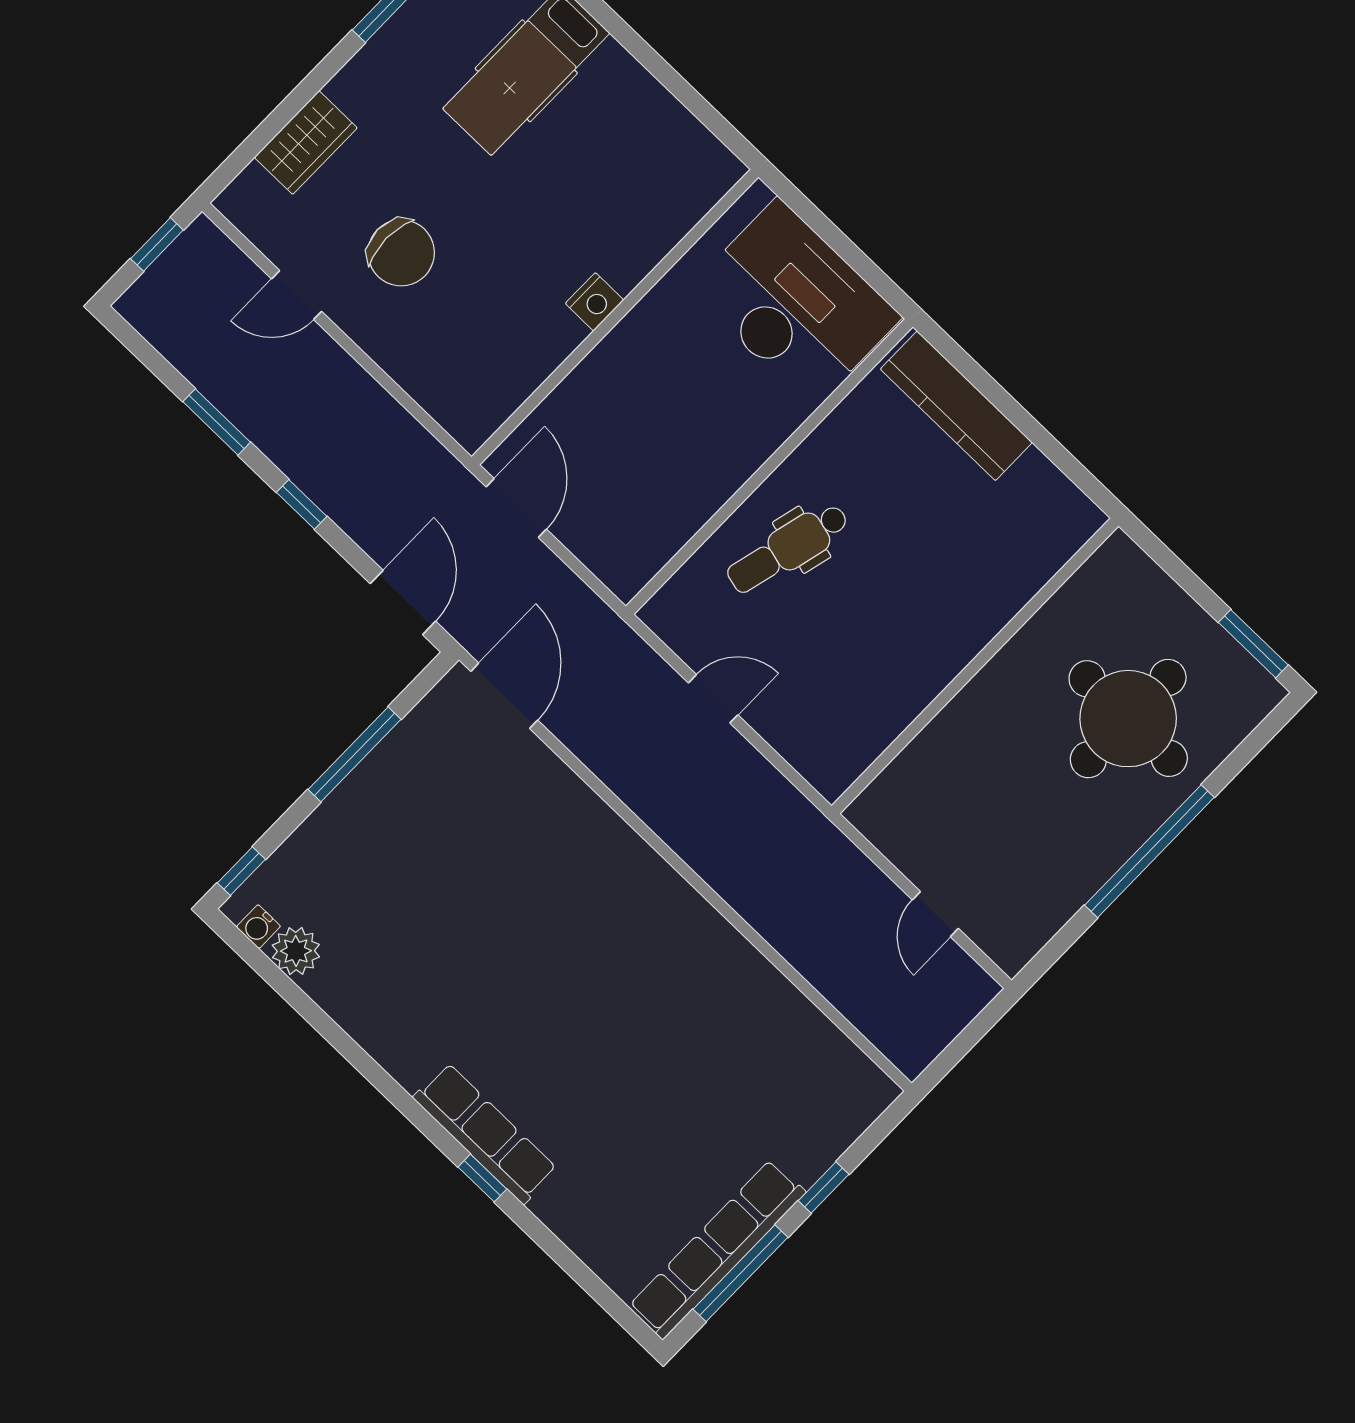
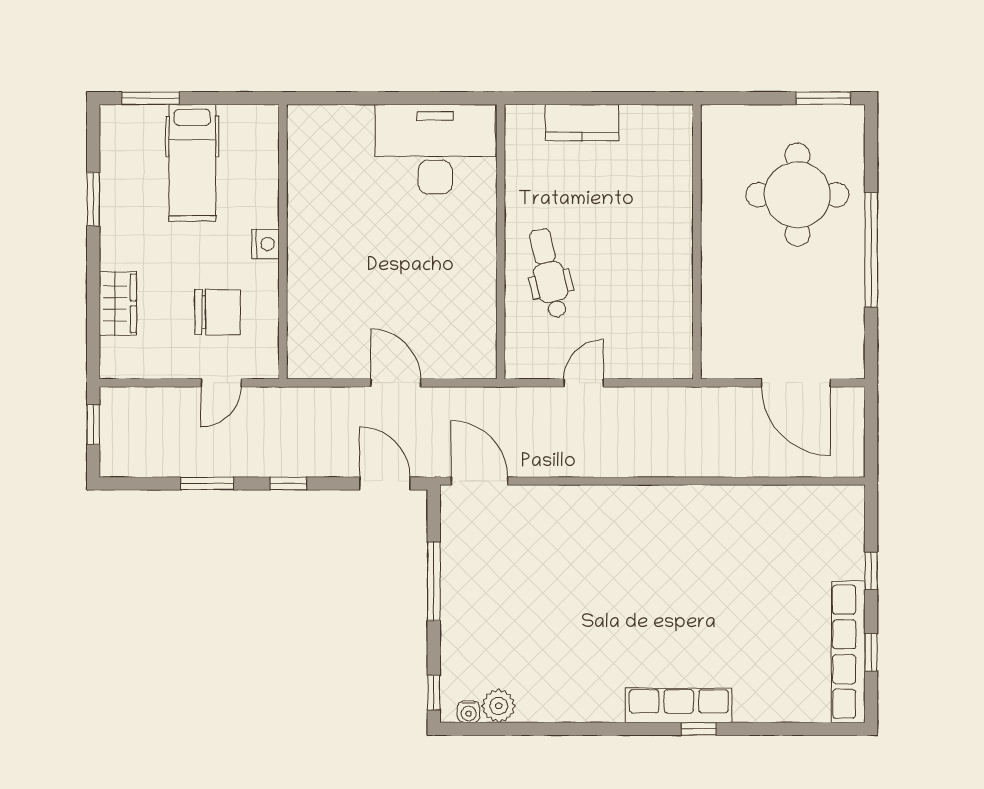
door: (297, 295) -> (221, 383), moved
nightstand: (595, 302) -> (265, 244), moved
wall: (615, 317) -> (283, 242), moved
kitchen counter: (956, 406) -> (582, 123), width x0.67
dental chair: (788, 548) -> (549, 273), turned 153
door: (935, 914) -> (796, 383), width x1.88
window: (740, 1273) -> (871, 653), width x0.46

